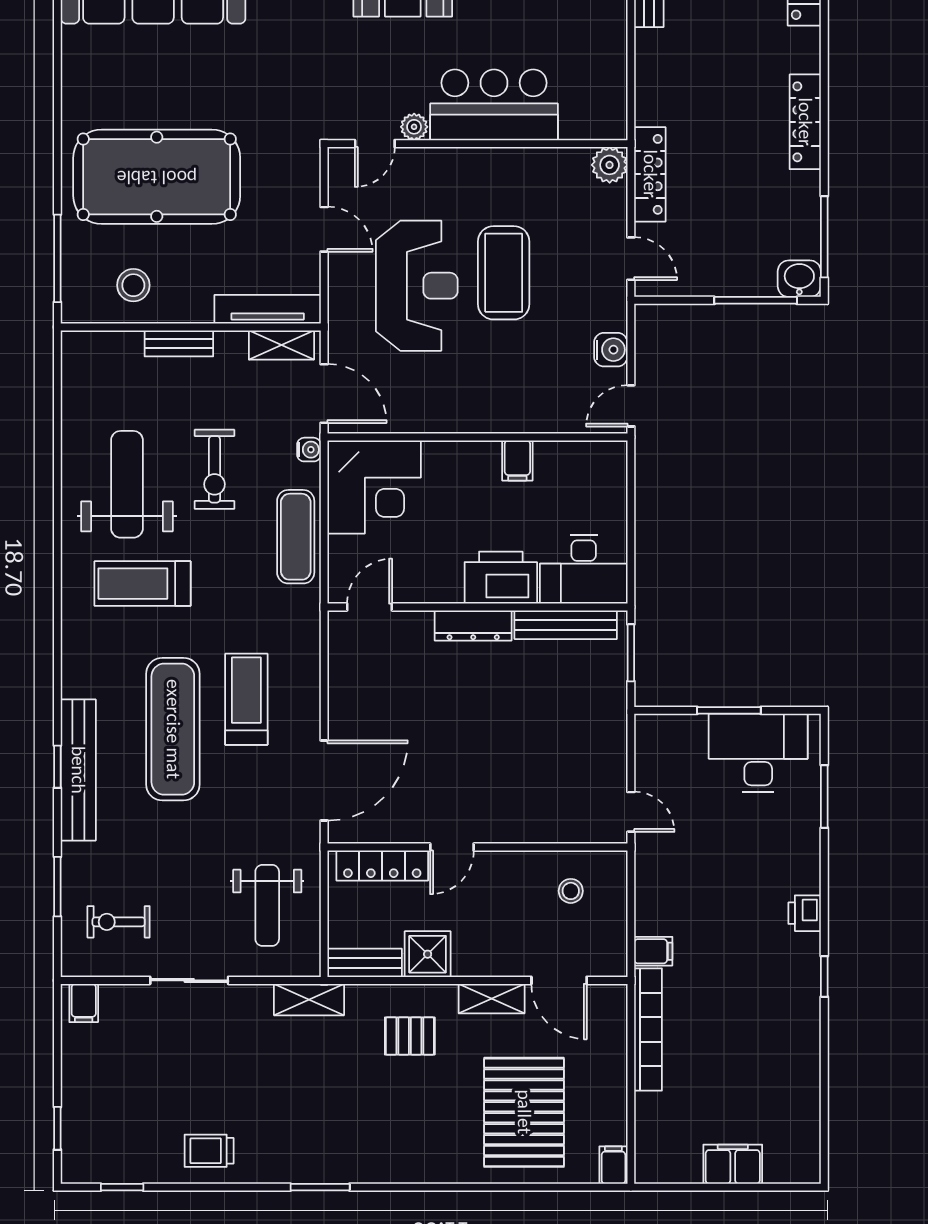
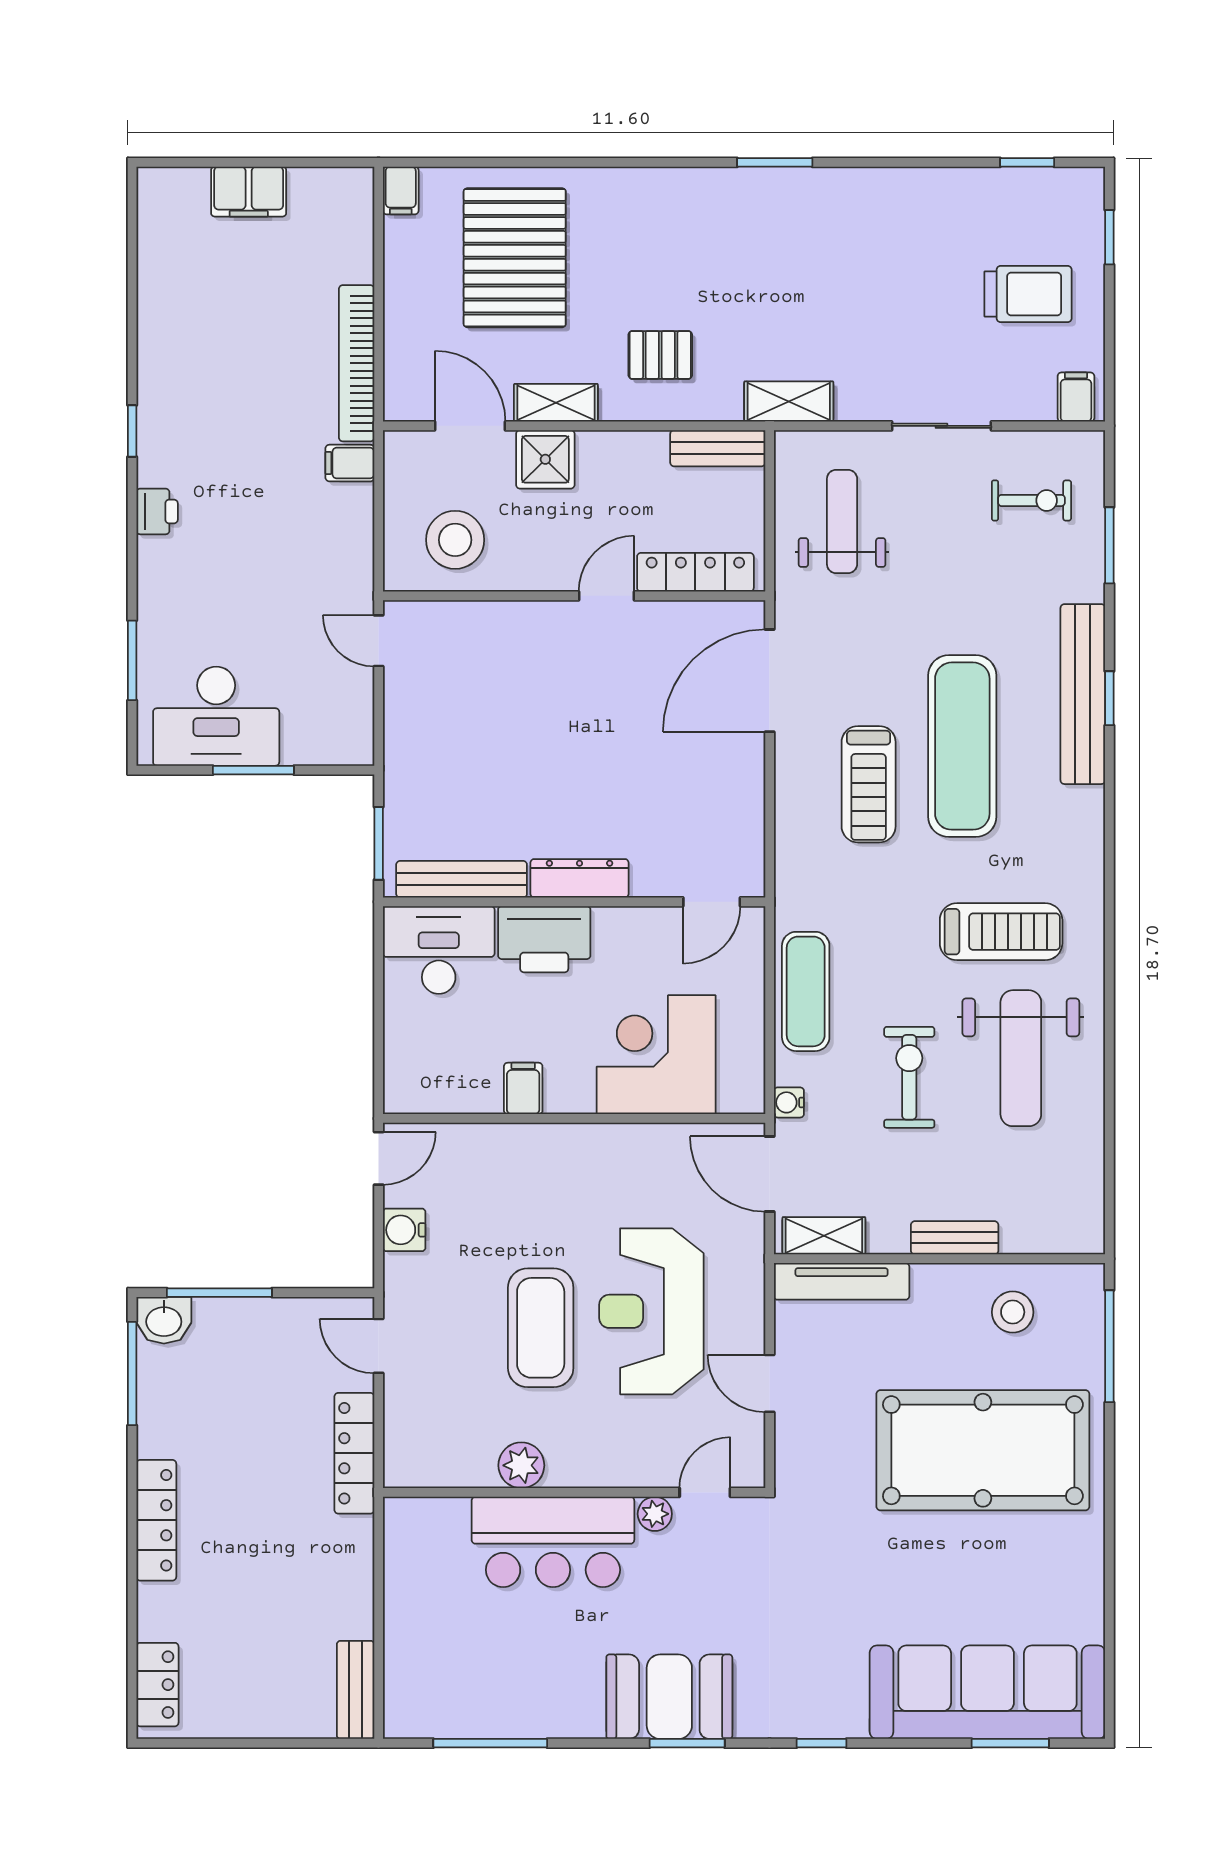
plant: (610, 165) -> (521, 1465), moved
corner desk: (374, 487) -> (656, 1055), moved
stool: (571, 891) -> (455, 540), width x1.89, depth x1.89
shower: (428, 954) -> (545, 459), moved
trolley: (209, 1151) -> (1028, 294), moved, width x1.36, depth x1.39

